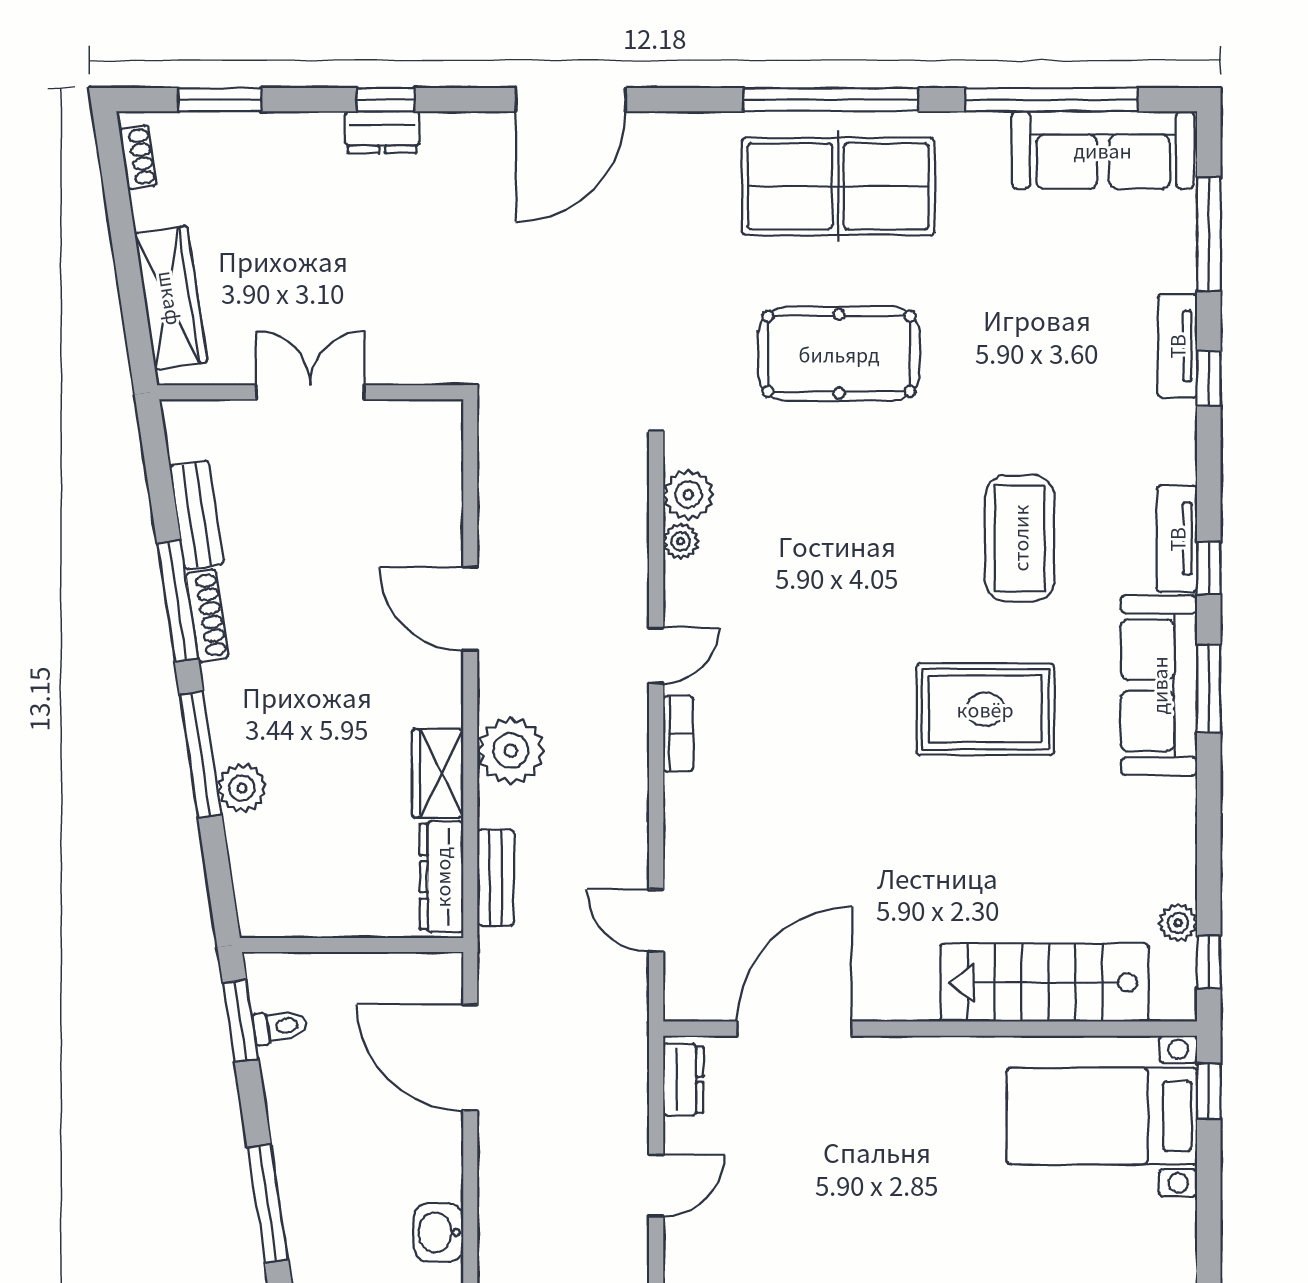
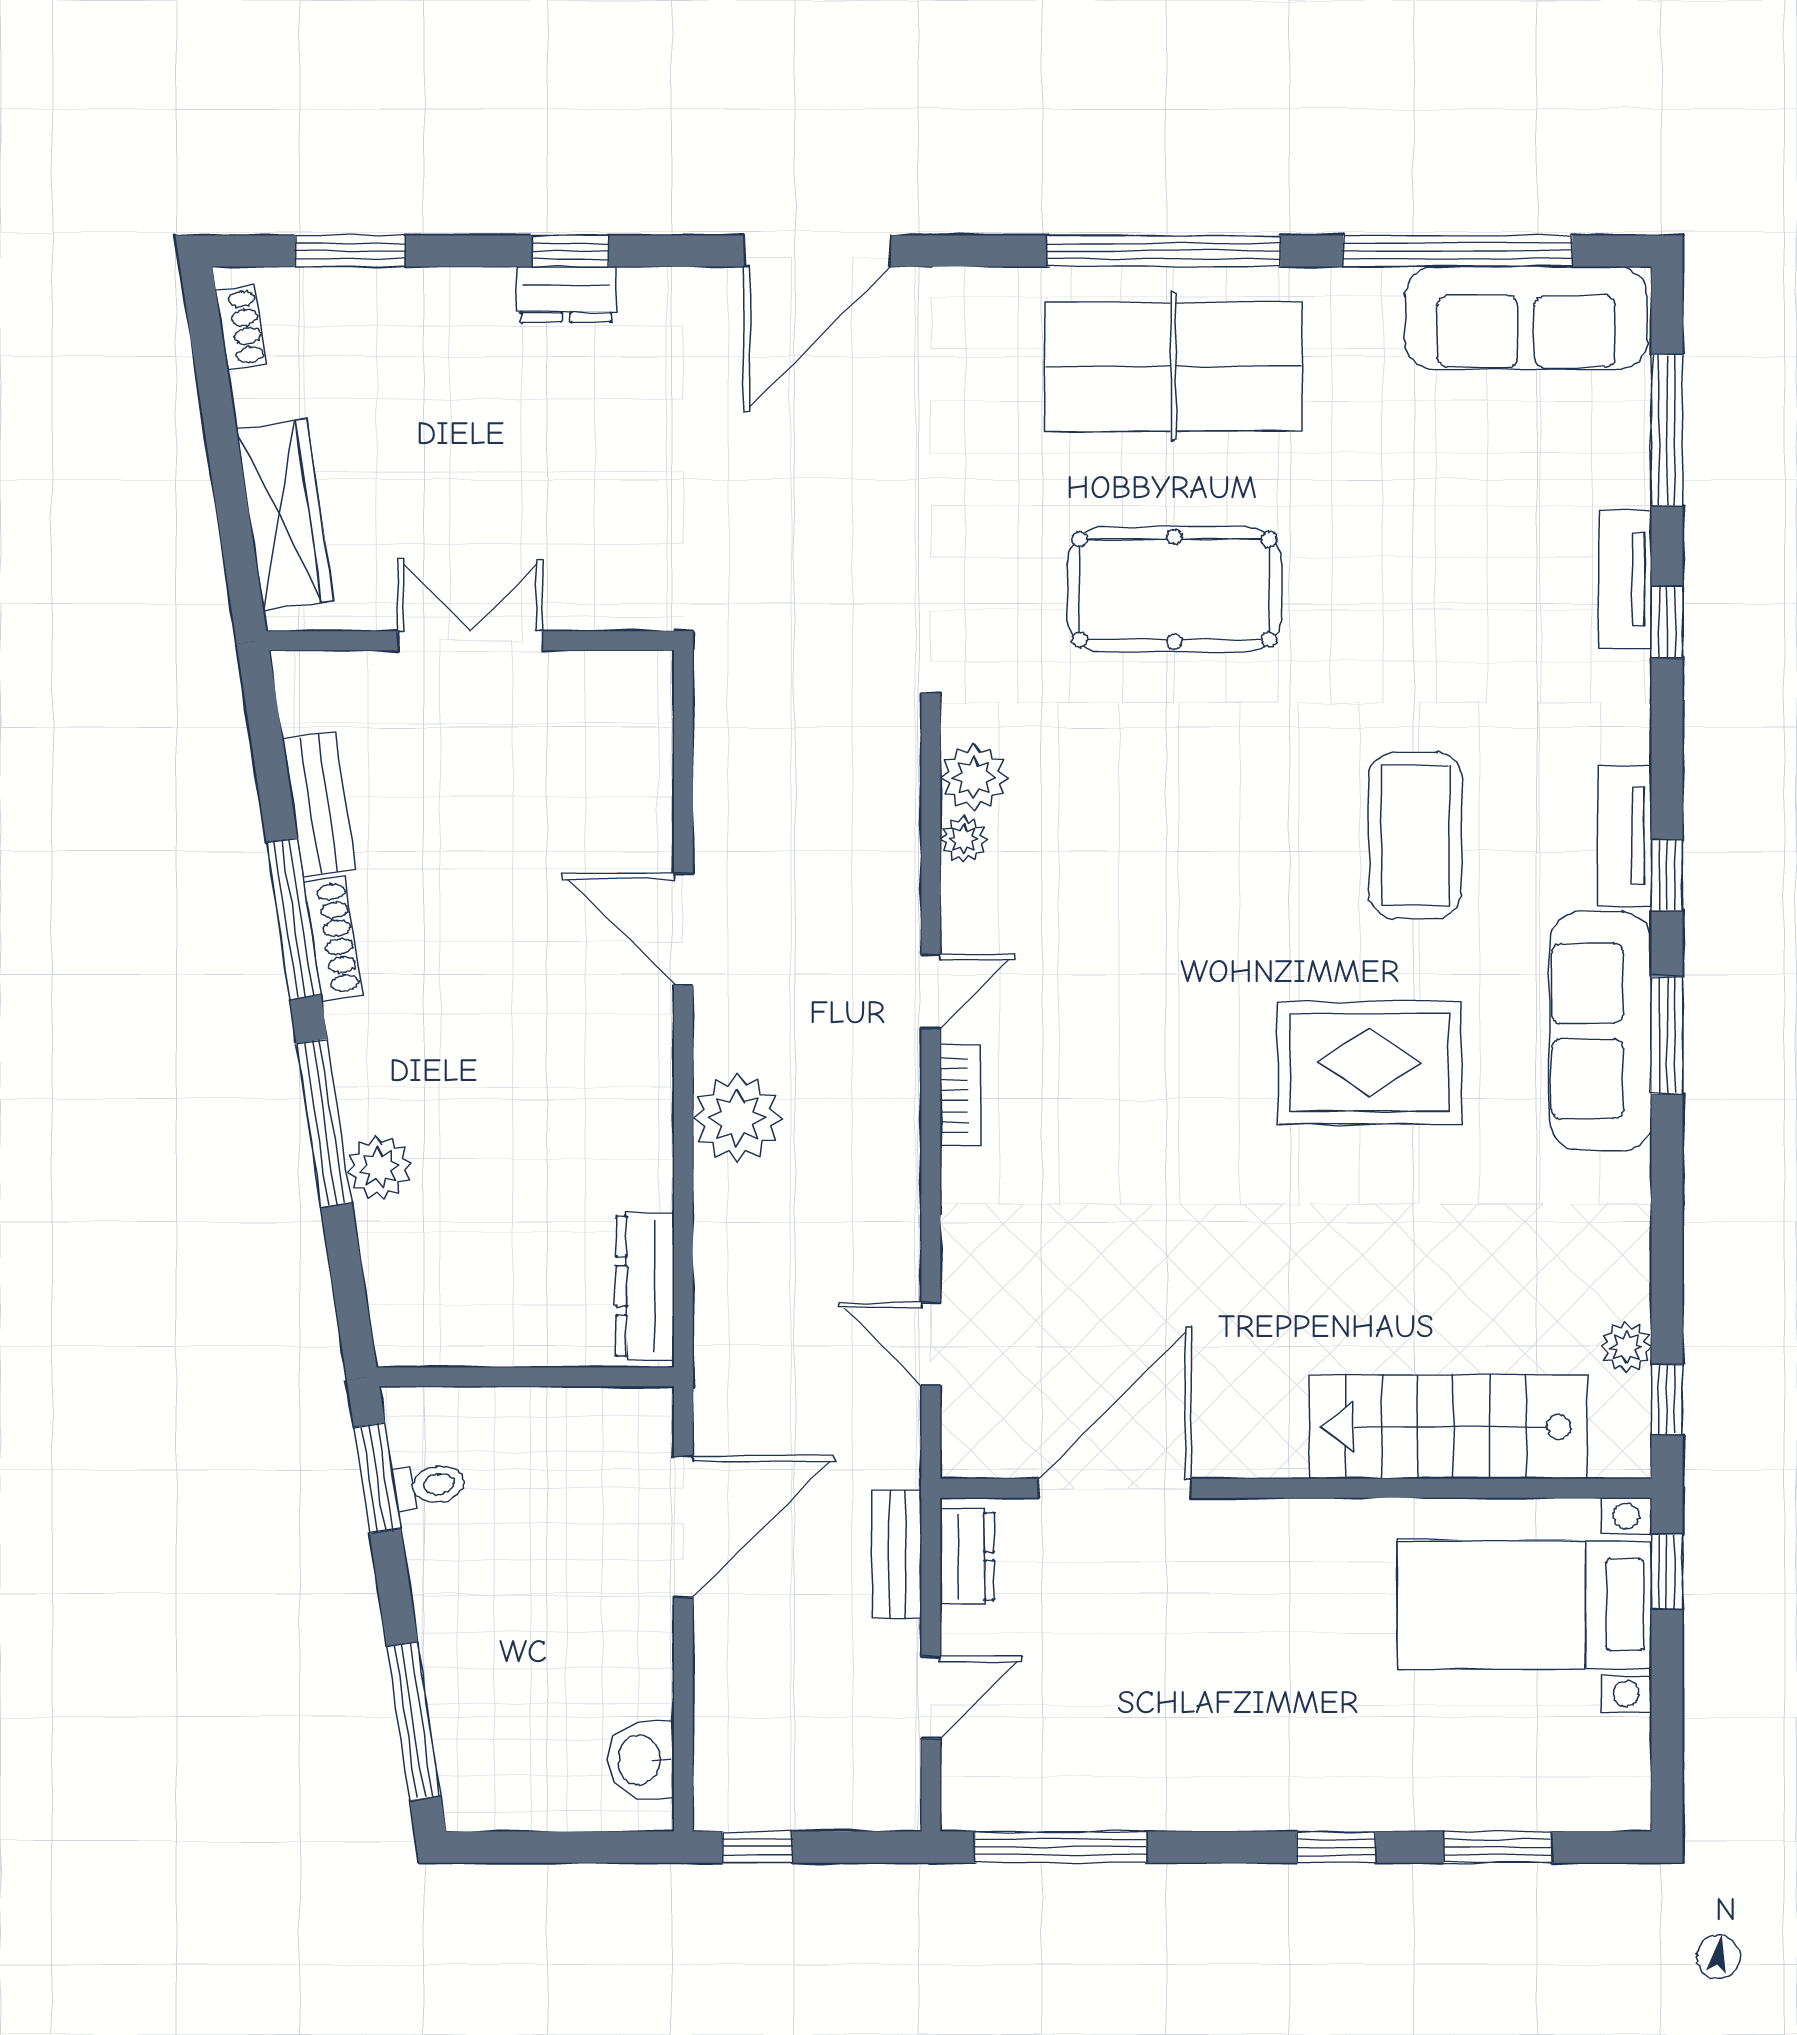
wardrobe: (438, 773) -> (640, 1148), removed
bench: (496, 877) -> (897, 1555), moved
door: (470, 1058) -> (683, 1527), swing flipped

